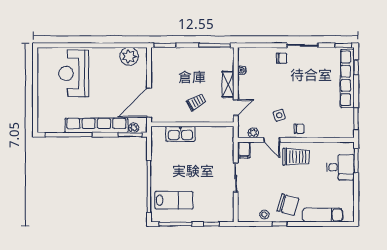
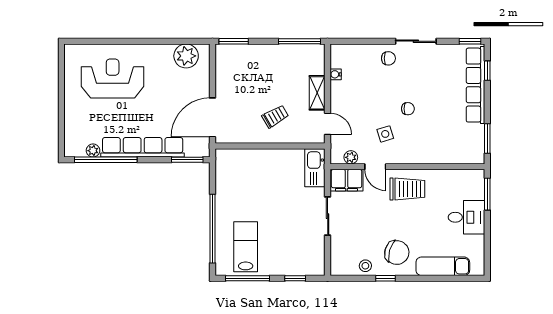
reception desk: (74, 73) -> (113, 78), turned 90
door: (236, 108) -> (328, 124), hinge flipped
plant: (134, 128) -> (93, 151), moved
chair: (299, 129) -> (408, 109), moved
kitchen sink: (180, 134) -> (315, 168), moved, turned 90
filing cabinet: (244, 150) -> (346, 180), width x2.00
desk: (340, 167) -> (466, 217), moved
lab bench: (174, 200) -> (246, 247), turned -90

